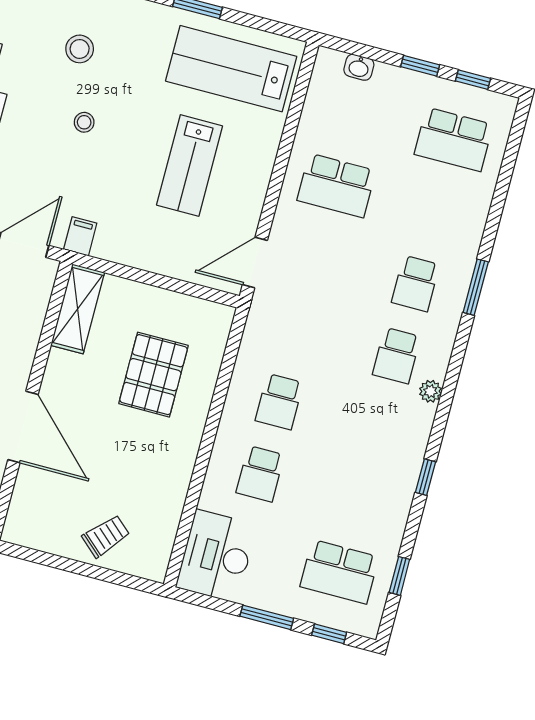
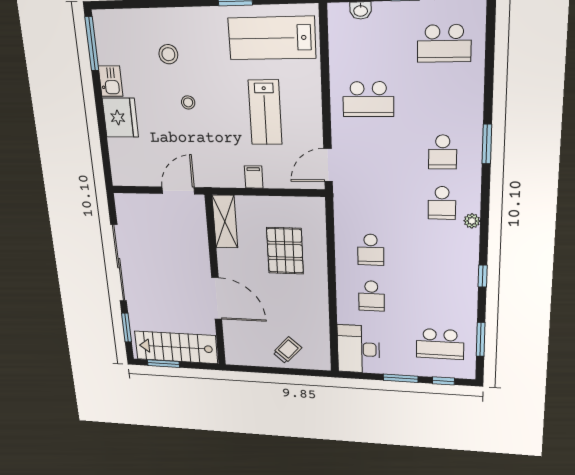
filing cabinet: (80, 236) -> (254, 177), moved
window: (399, 576) -> (481, 339), width x1.50

